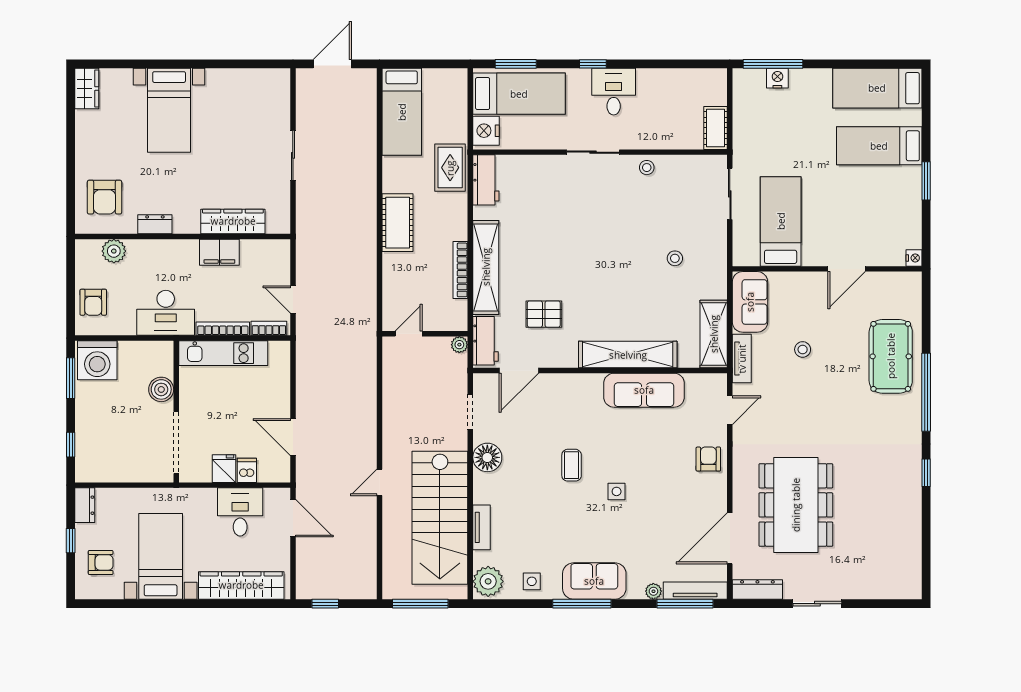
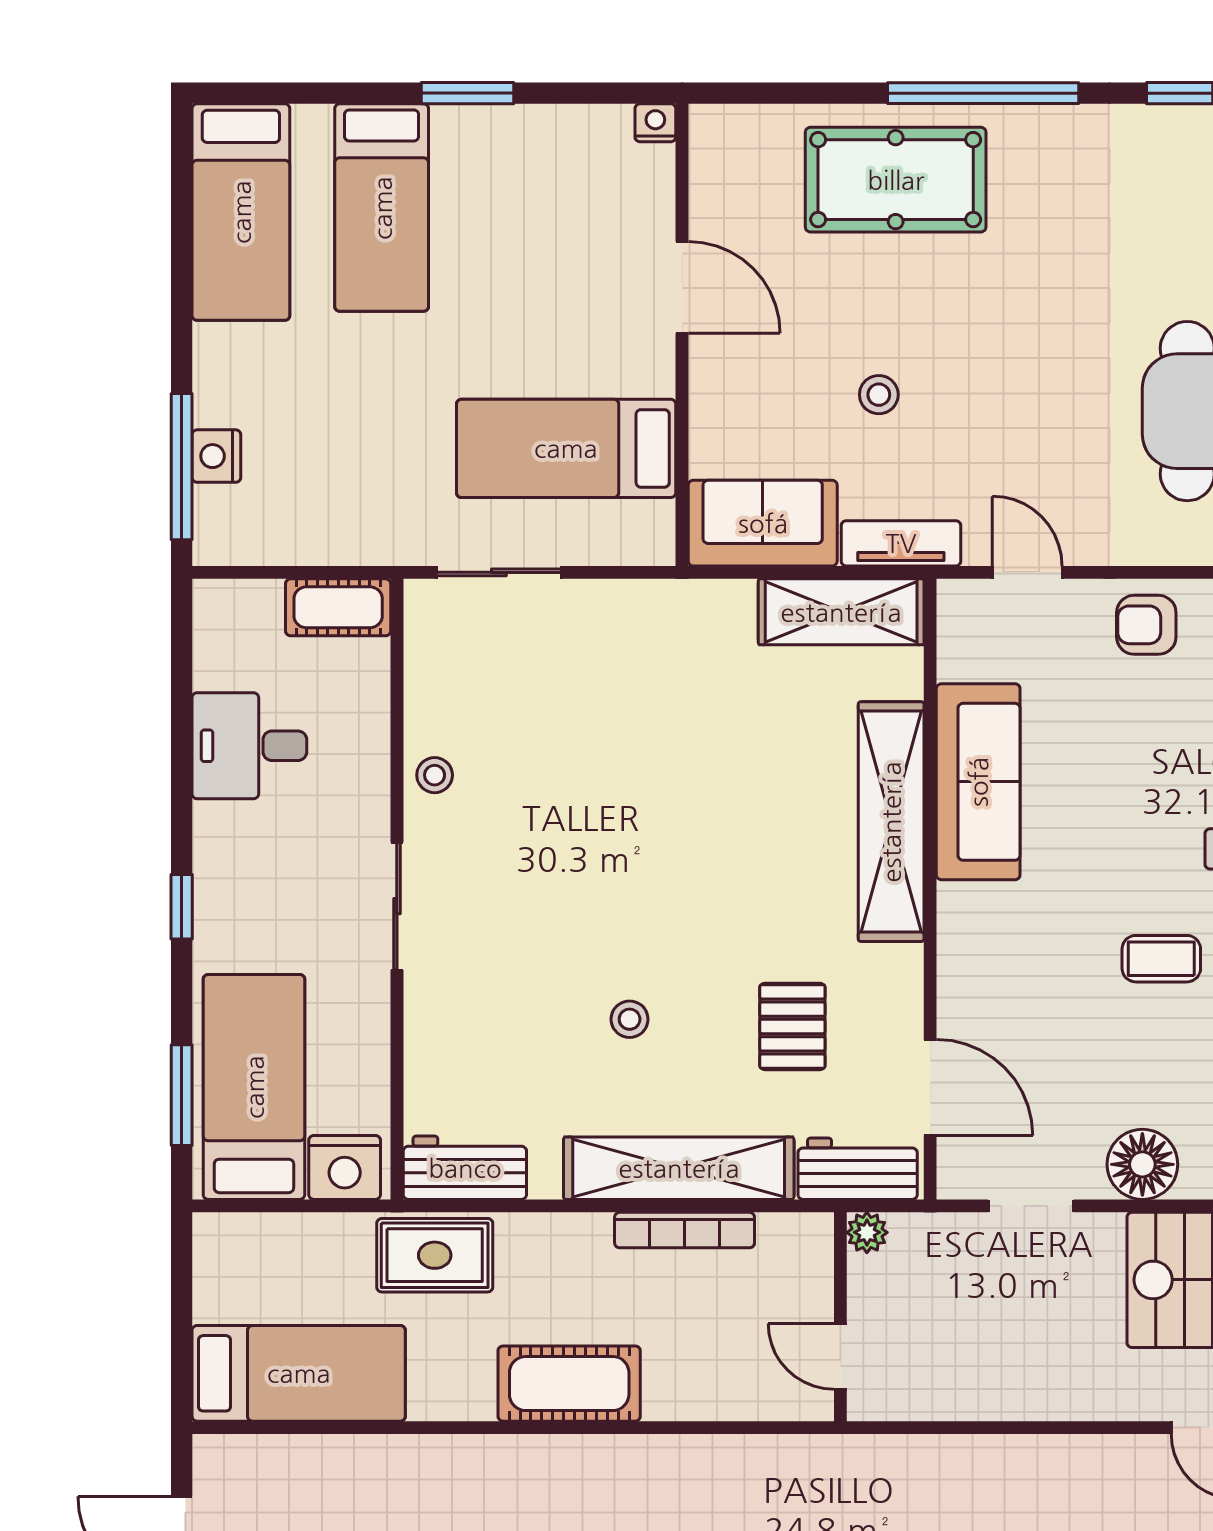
desk: (614, 92) -> (249, 746), moved
stool: (675, 258) -> (630, 1019), moved

